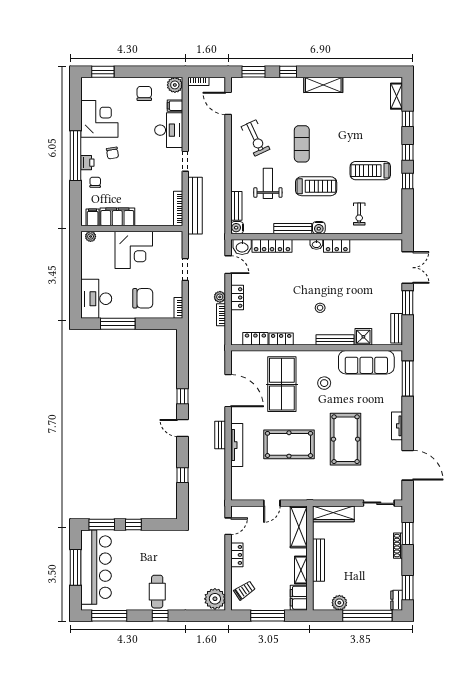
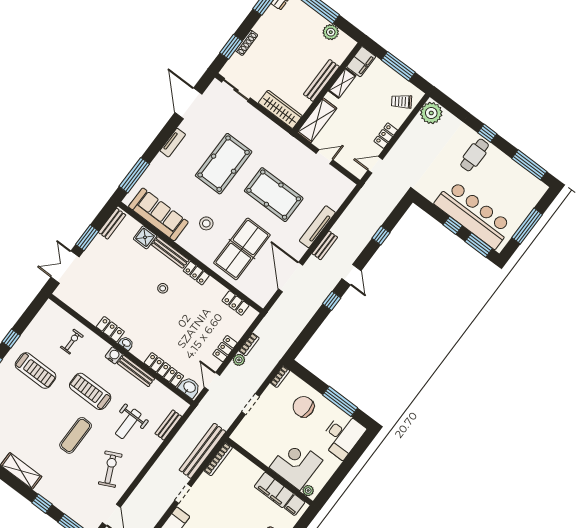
water cooler: (237, 228) -> (181, 406), removed
corner desk: (134, 250) -> (296, 464), moved
locker: (281, 339) -> (196, 273), moved
bar counter: (96, 567) -> (473, 214), moved, turned 90

